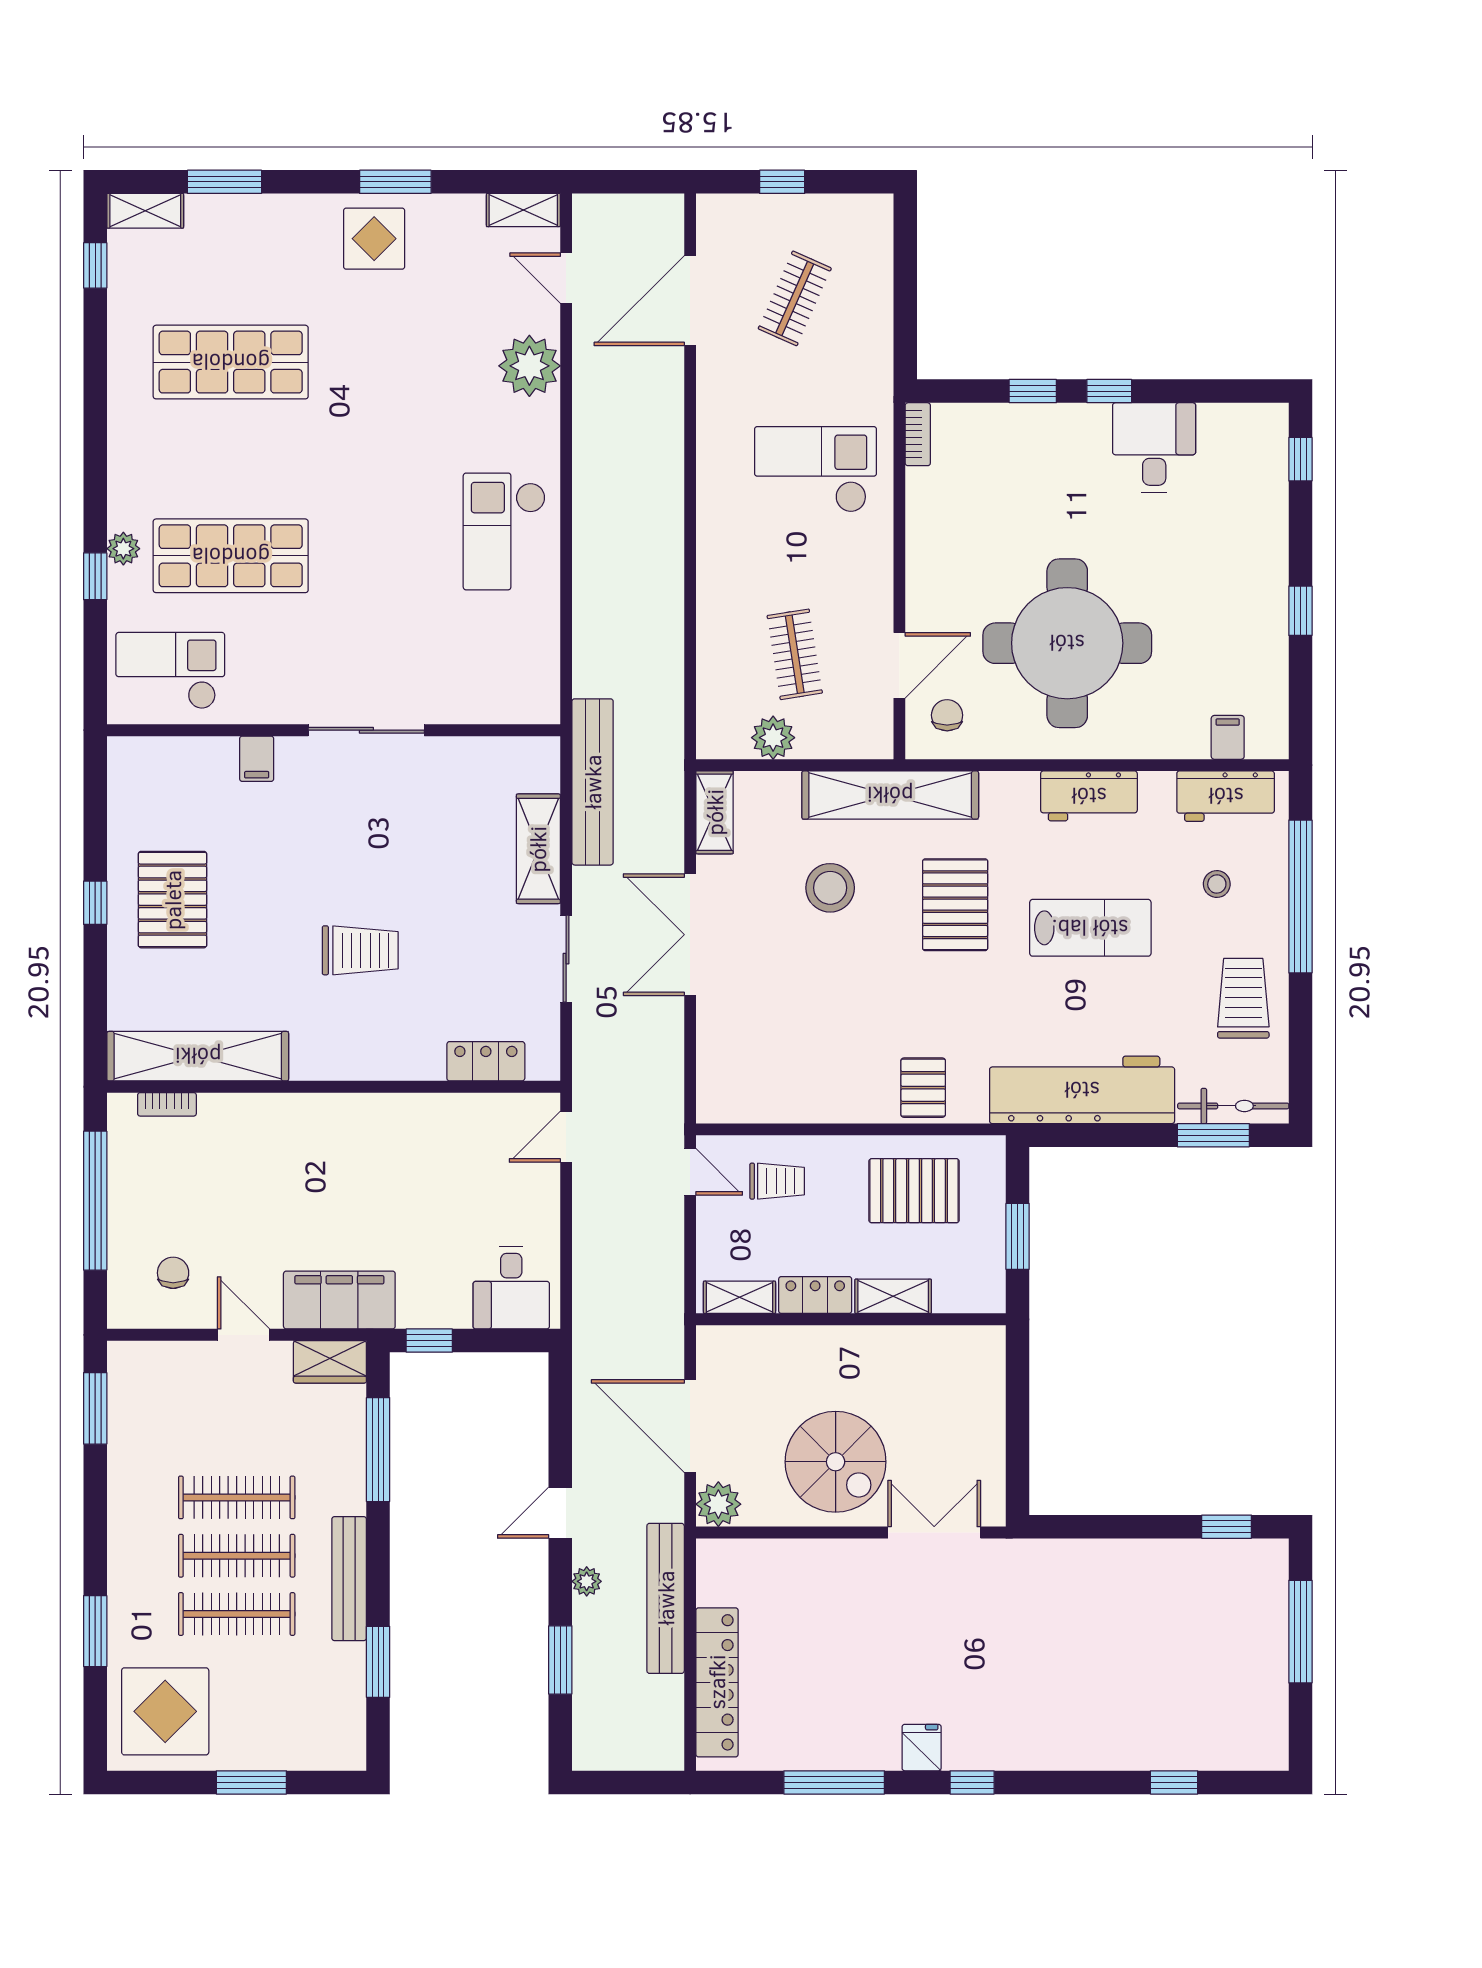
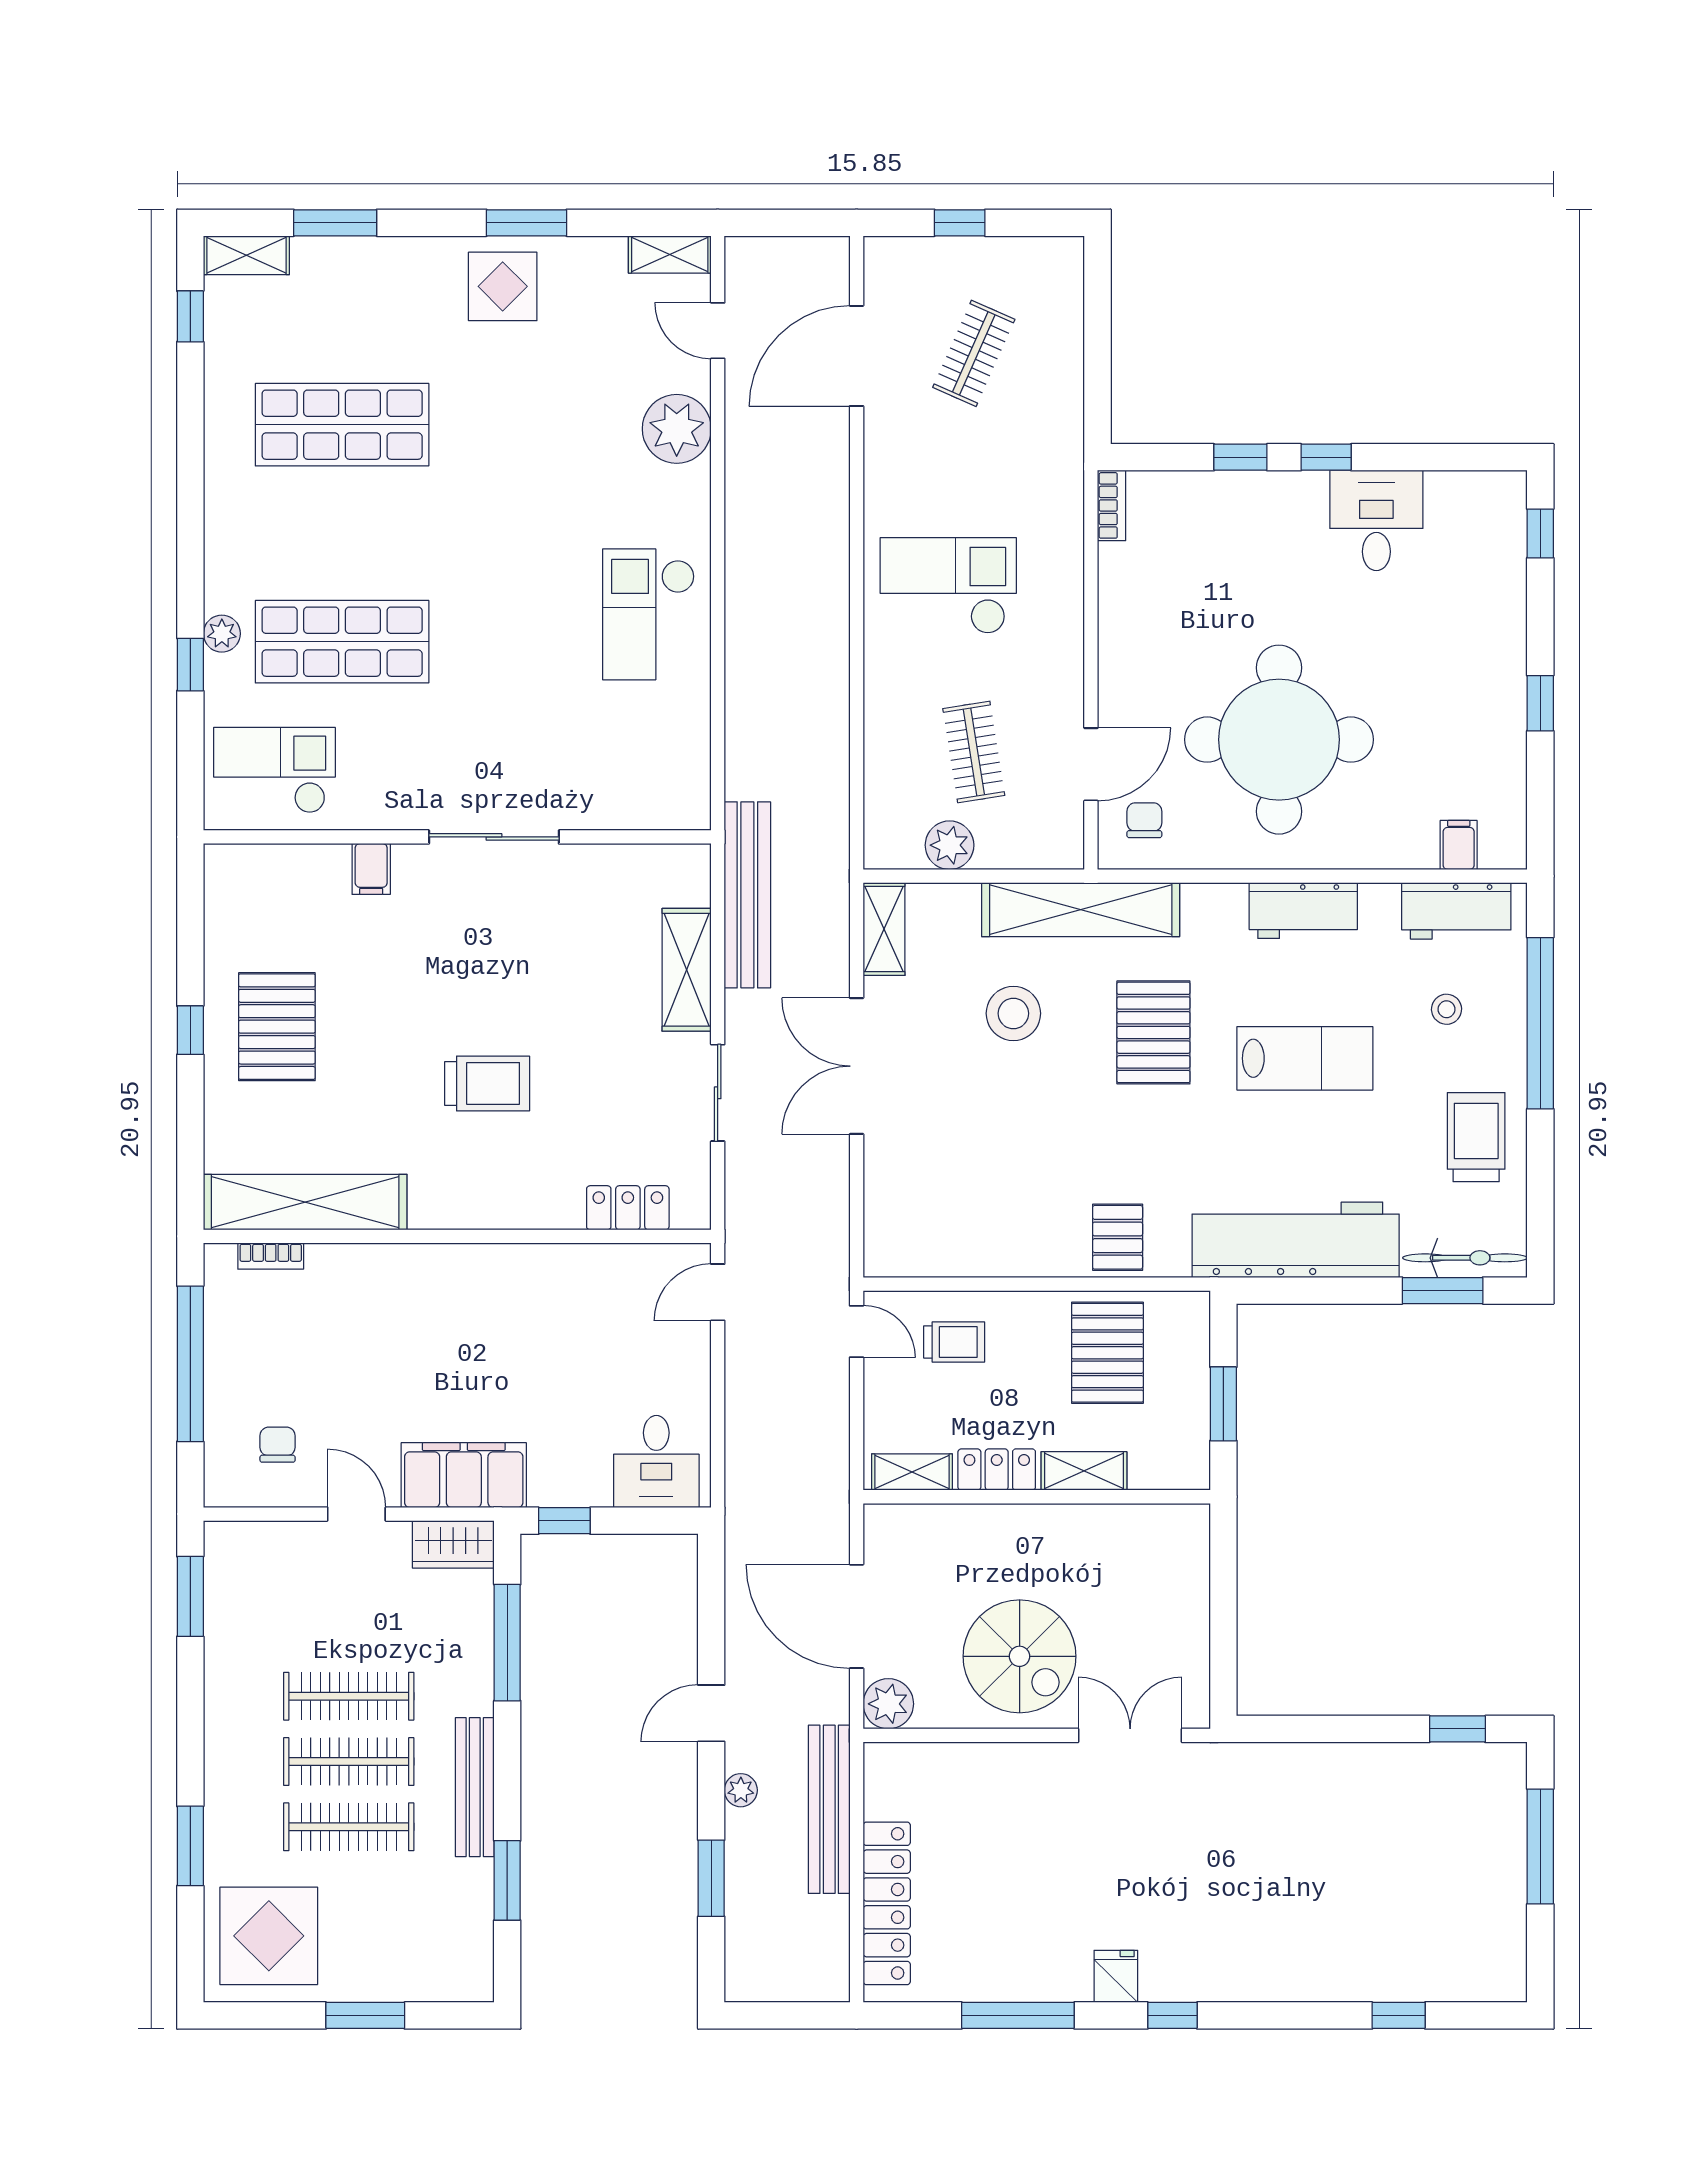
checkout: (815, 469) -> (948, 586), moved
pallet: (914, 1191) -> (1107, 1353), turned 90

